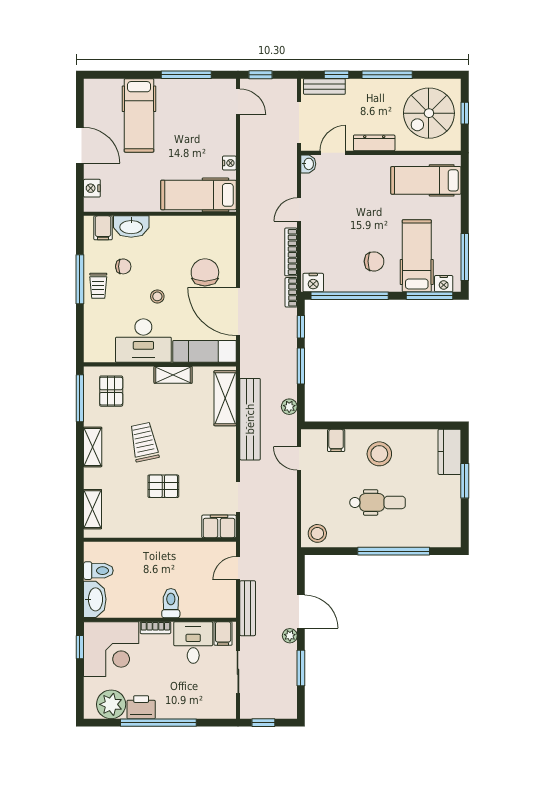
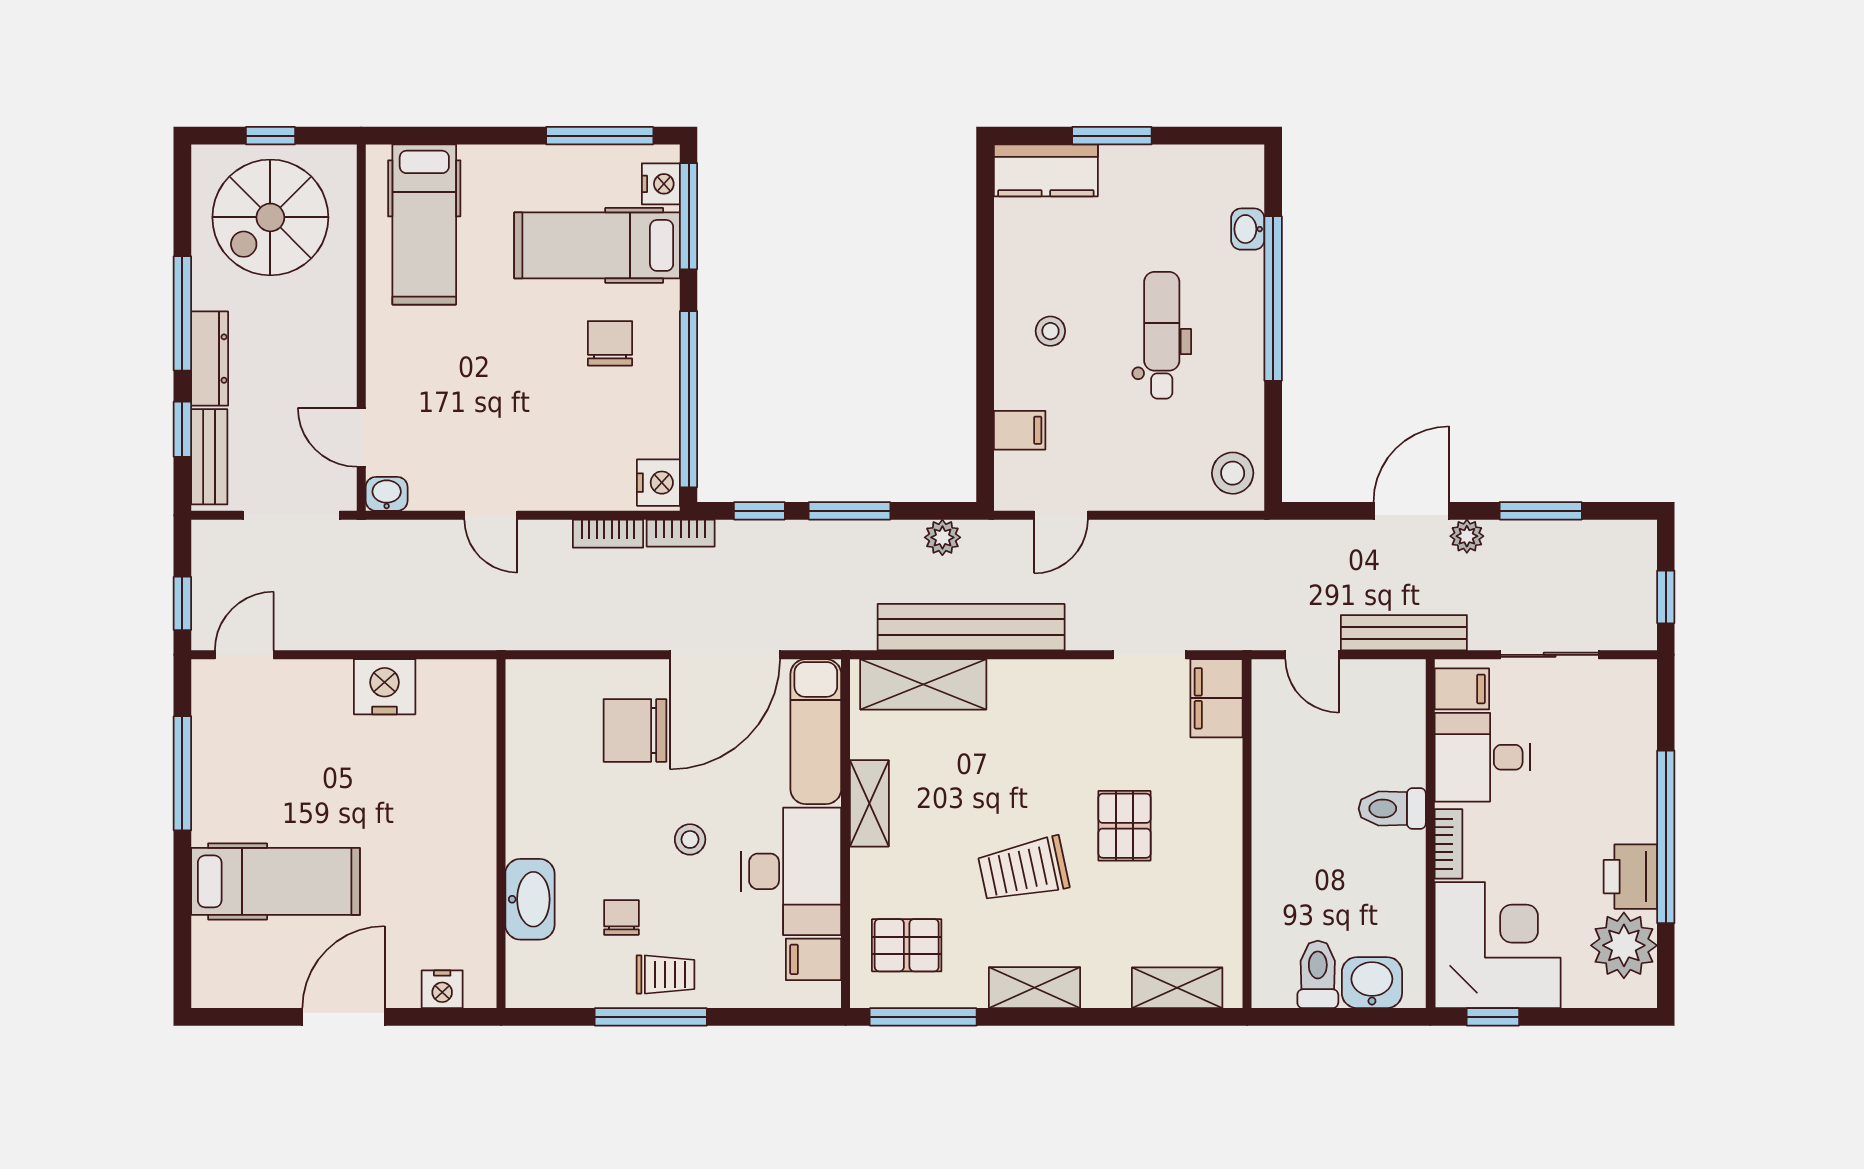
spiral stairs: (429, 113) -> (270, 217), turned 90
dresser: (374, 143) -> (210, 359), moved, turned 180
nightstand: (229, 163) -> (385, 687), width x1.89, depth x1.79
hospital bed: (198, 195) -> (458, 745), removed
filing cabinet: (103, 228) -> (813, 959), moved, turned 180
bookcase: (291, 252) -> (608, 534), width x0.64
stool: (379, 454) -> (1050, 331), width x0.53, depth x0.53
washbasin: (424, 540) -> (1248, 229), added
washbasin: (95, 599) -> (1372, 983), width x0.72

